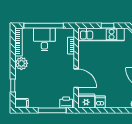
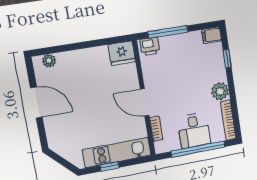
door: (76, 78) -> (145, 102), moved
dishwasher: (100, 102) -> (101, 55), removed

